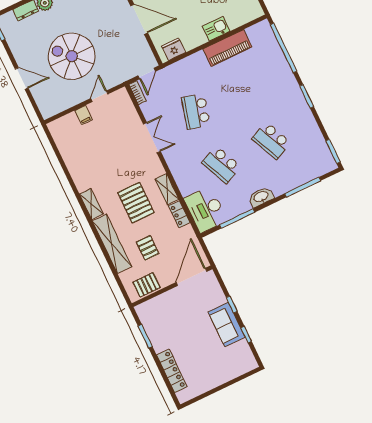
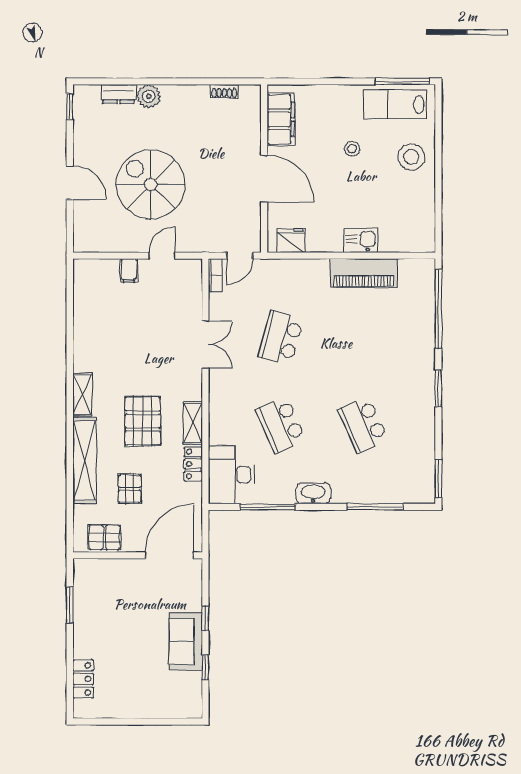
locker: (172, 371) -> (83, 679), width x0.66

